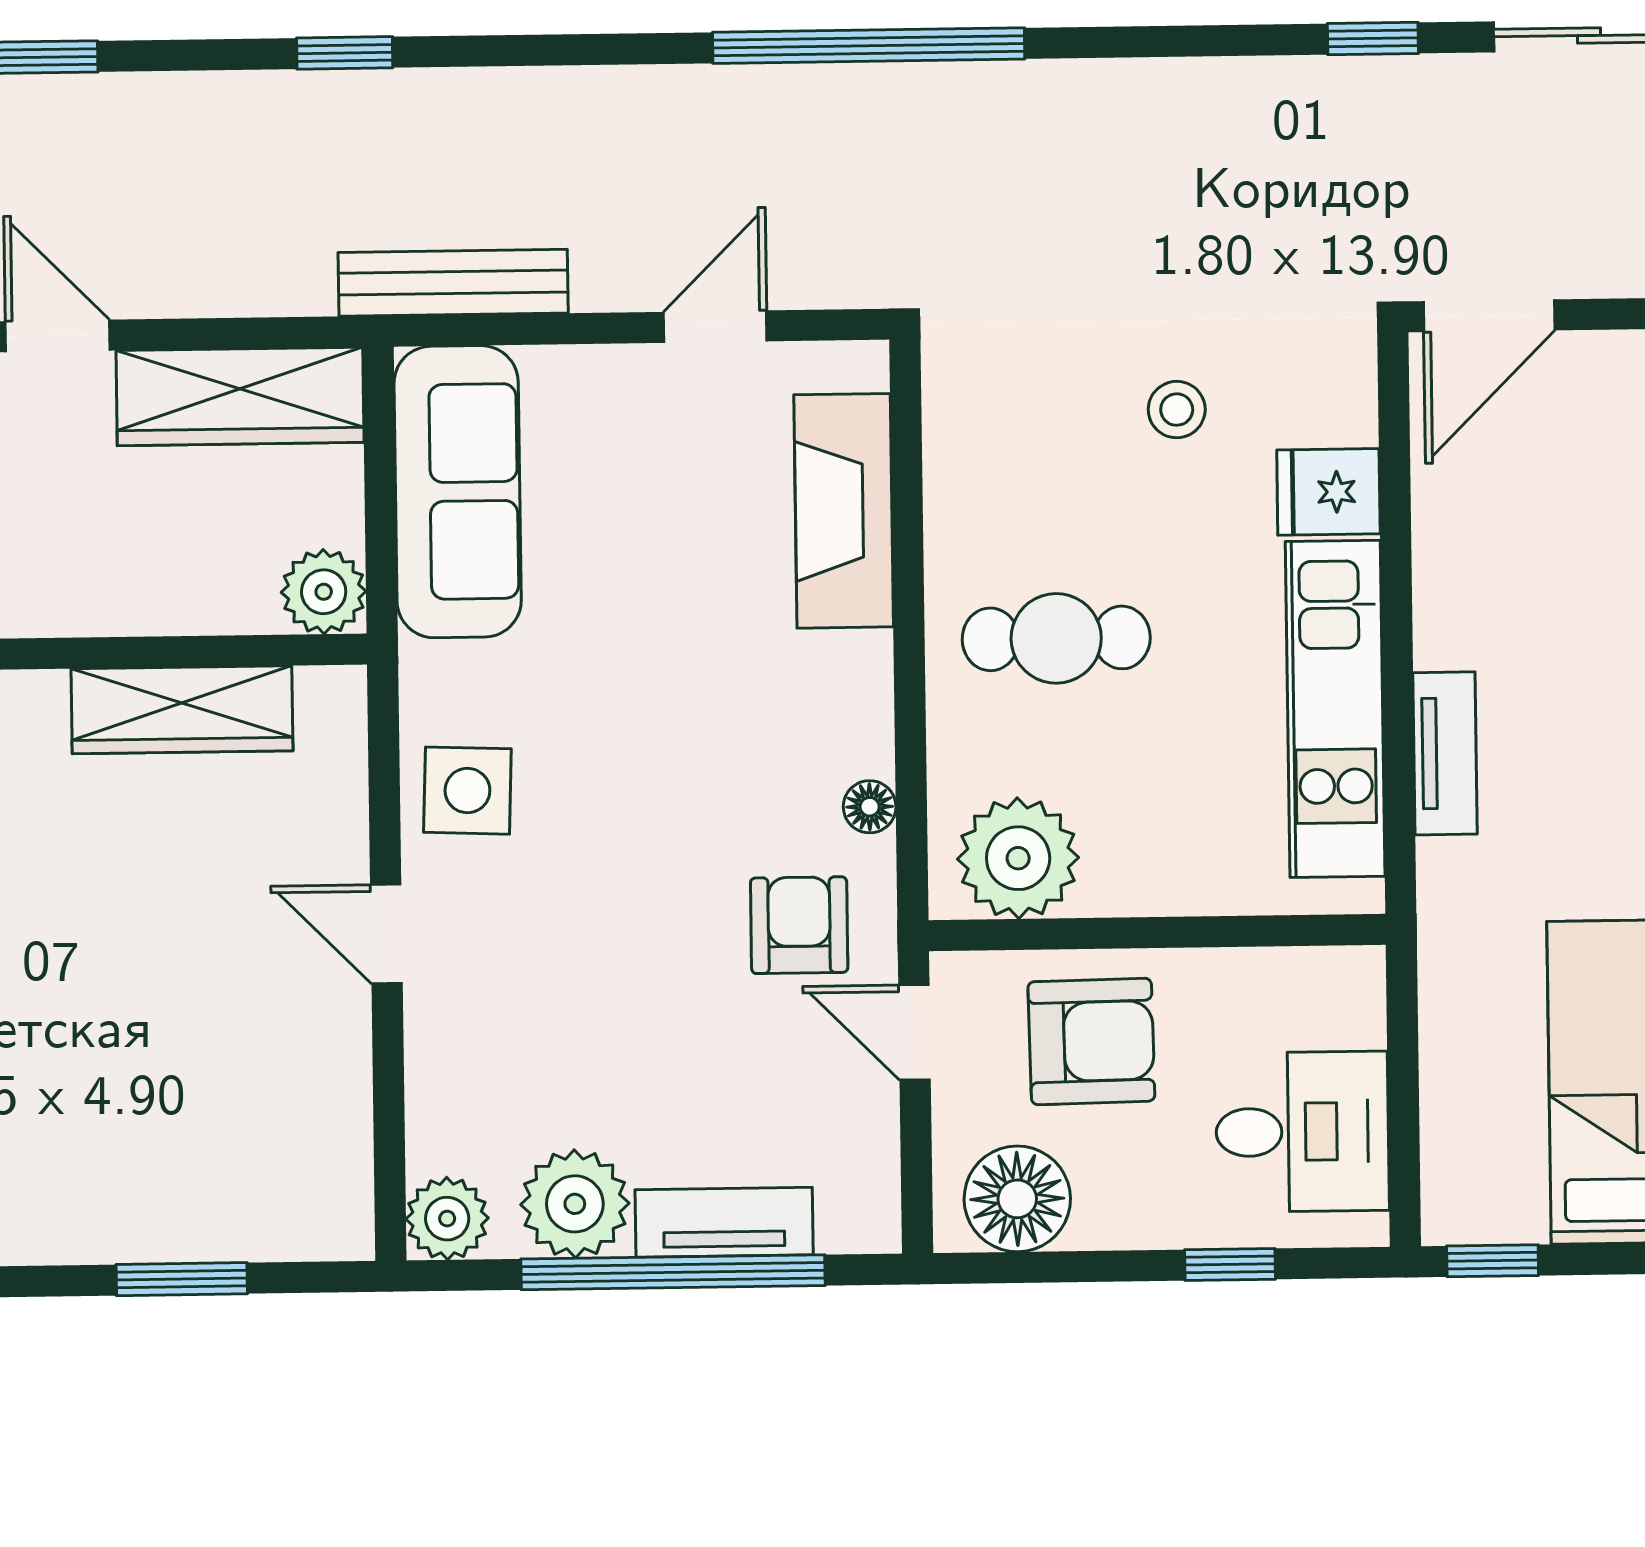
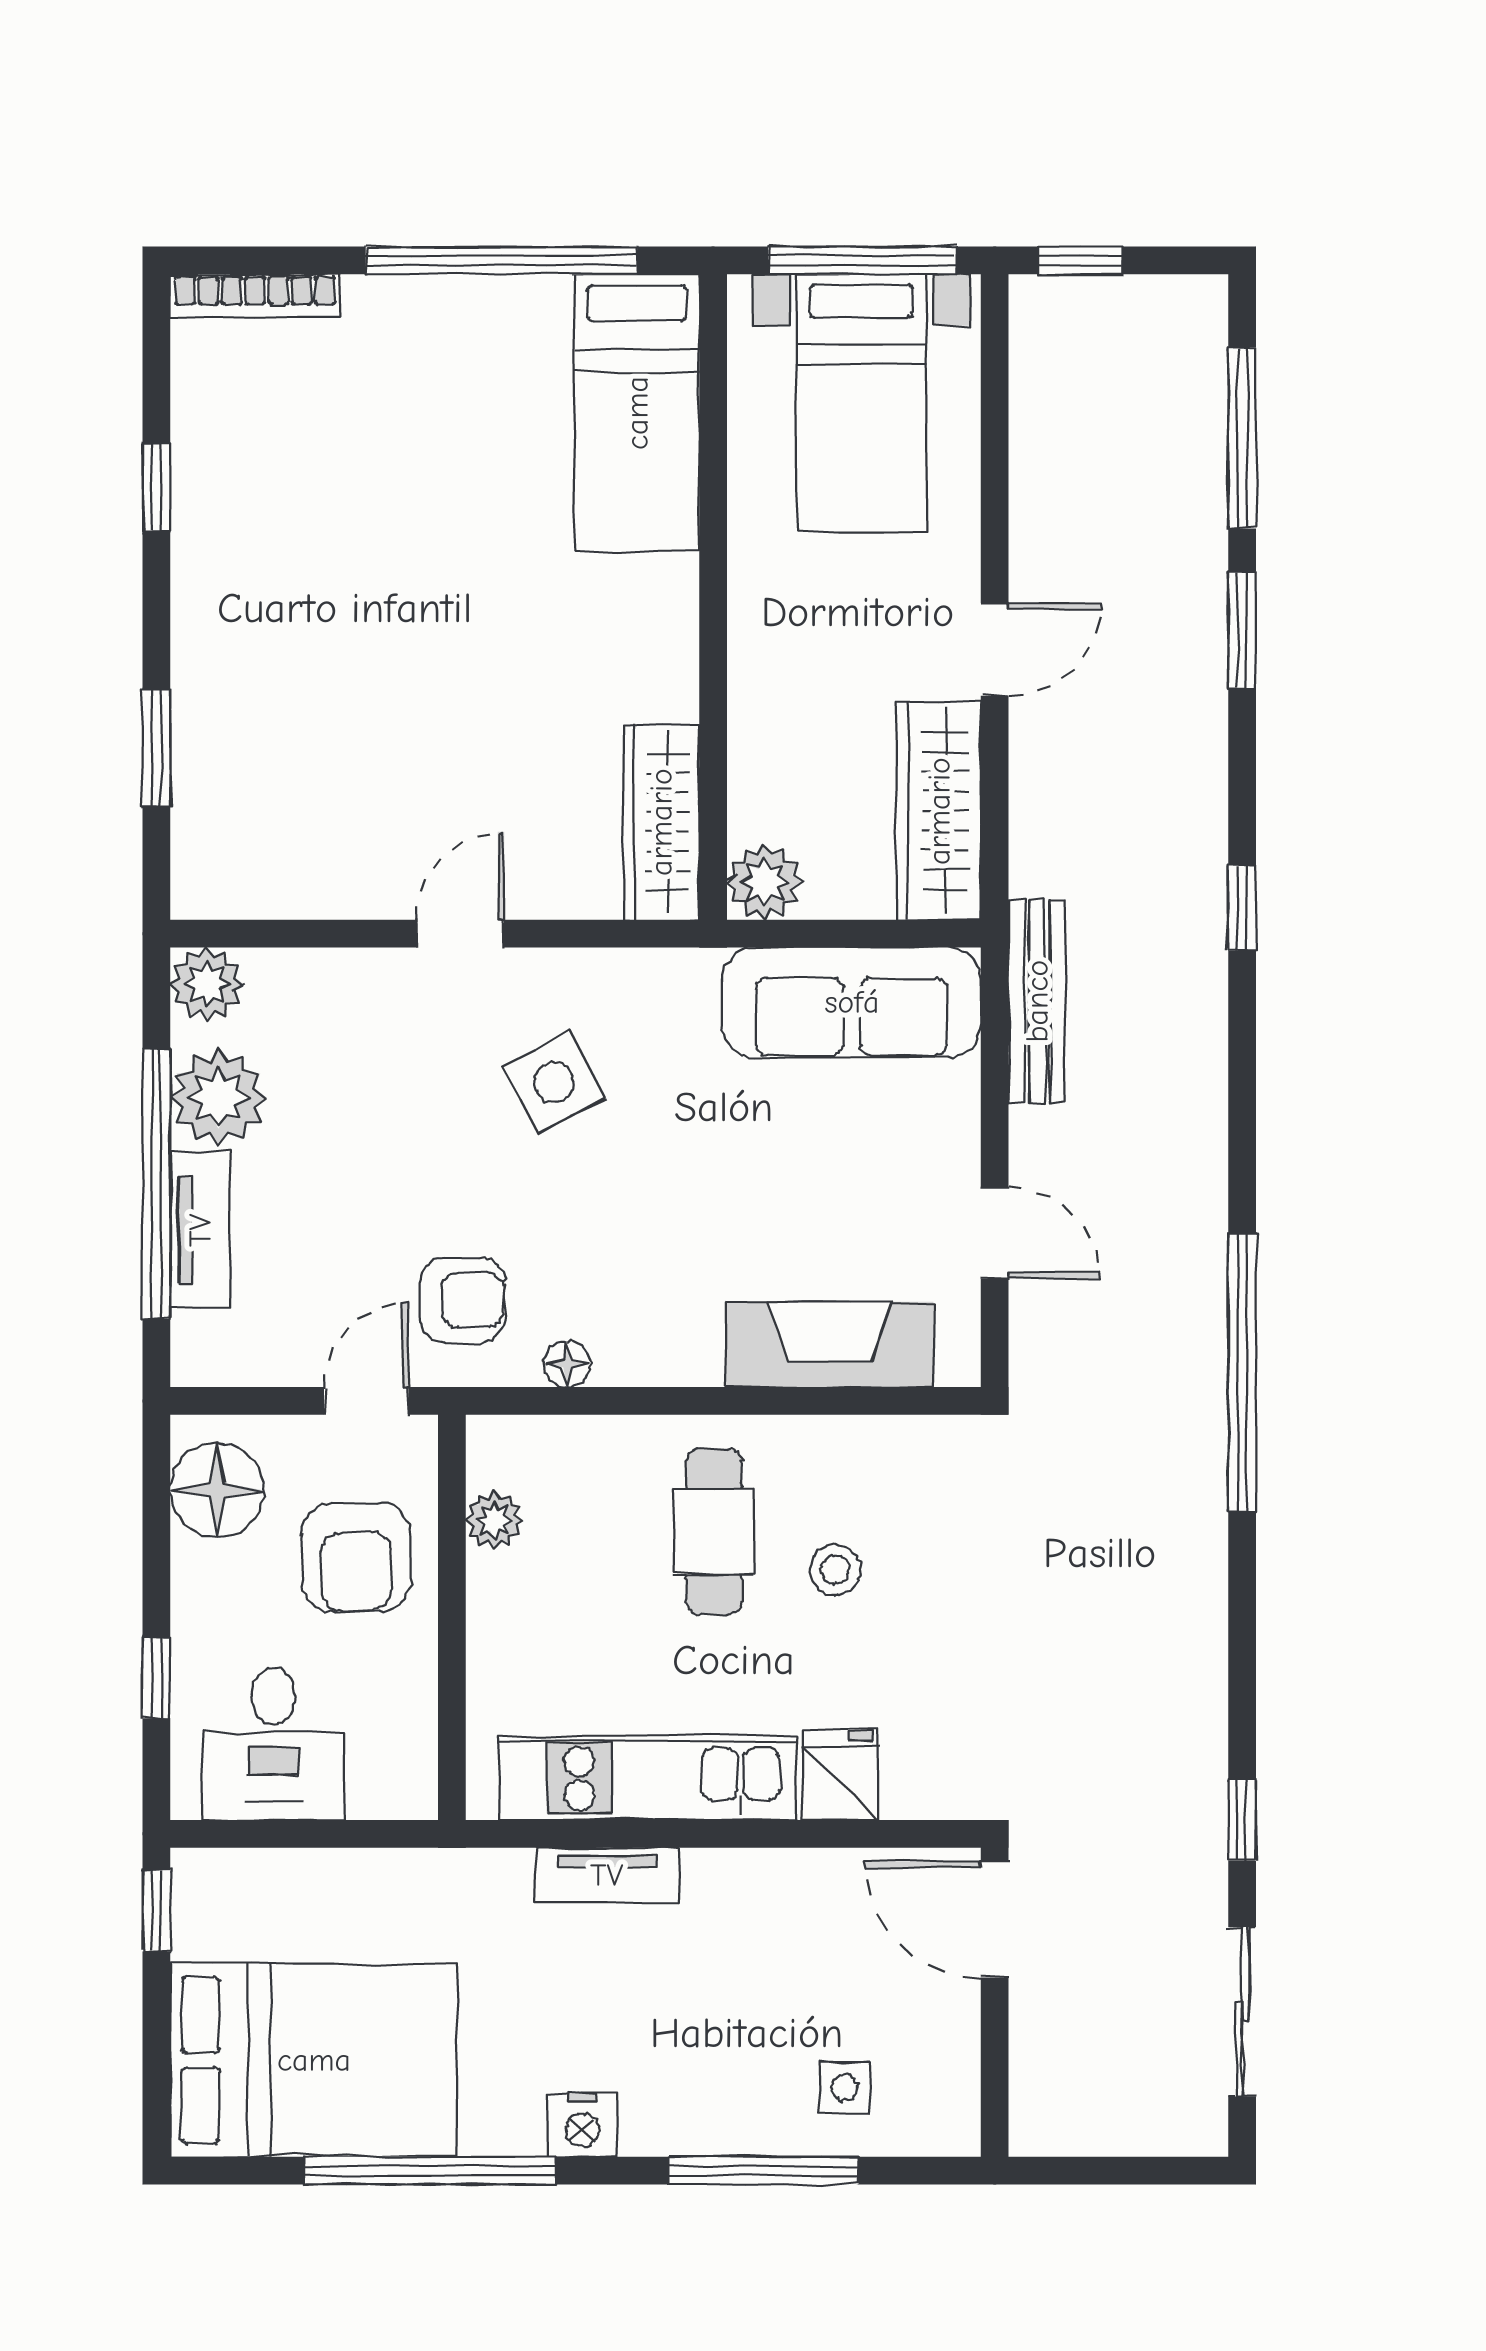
stool: (1177, 410) -> (835, 1570), moved
wardrobe: (182, 710) -> (661, 822), moved
side table: (467, 791) -> (554, 1082), moved, turned -30
plant: (1018, 858) -> (494, 1520), width x0.53, depth x0.53

